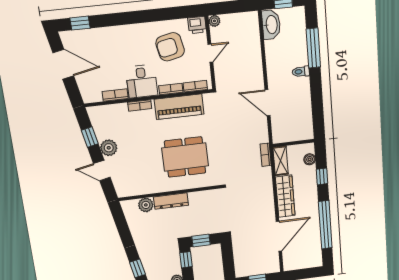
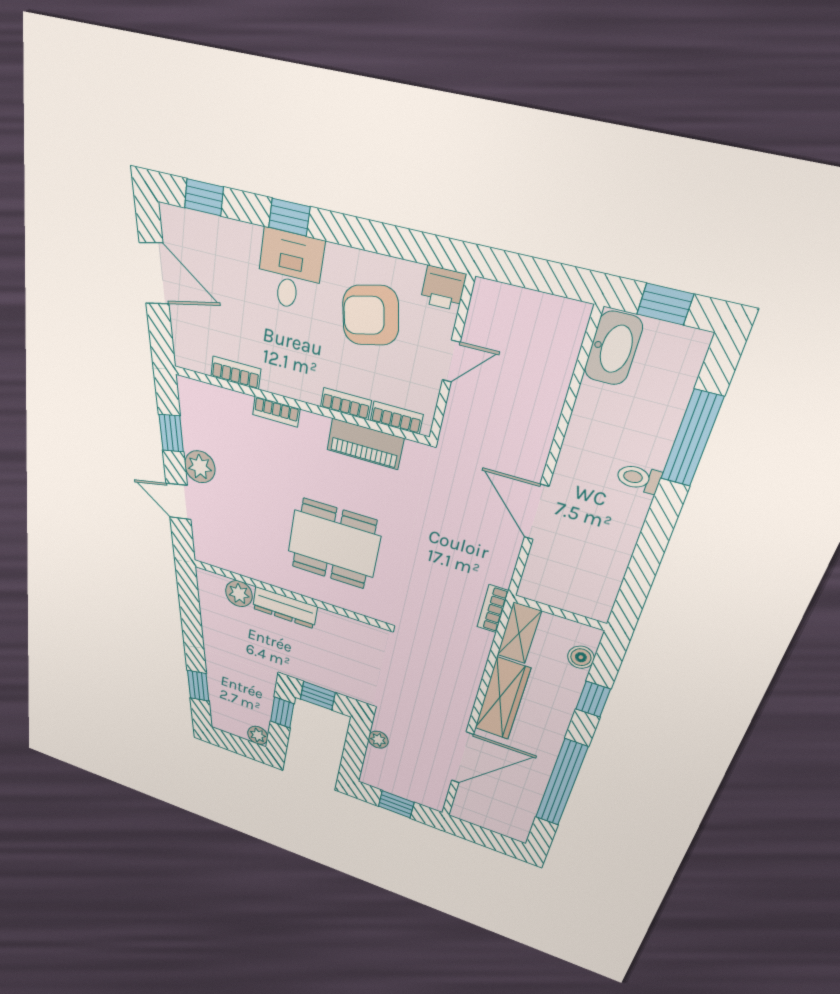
window: (122, 19) -> (289, 217), added
plant: (214, 21) -> (378, 740), moved
desk: (142, 81) -> (290, 270), moved, turned 180
piano: (179, 107) -> (365, 444), width x0.73, depth x0.75

